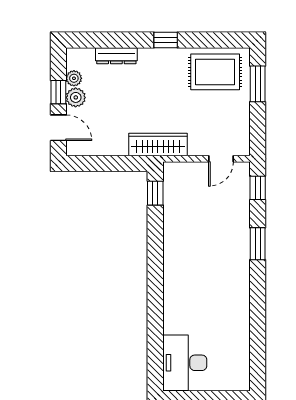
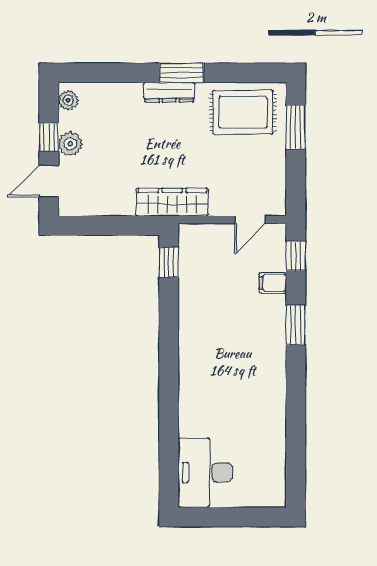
window: (166, 40) -> (182, 73), width x1.50
dresser: (116, 56) -> (169, 92), moved
plant: (74, 78) -> (68, 100), moved
door: (58, 128) -> (49, 181), swing flipped
filing cabinet: (239, 210) -> (273, 283), added

